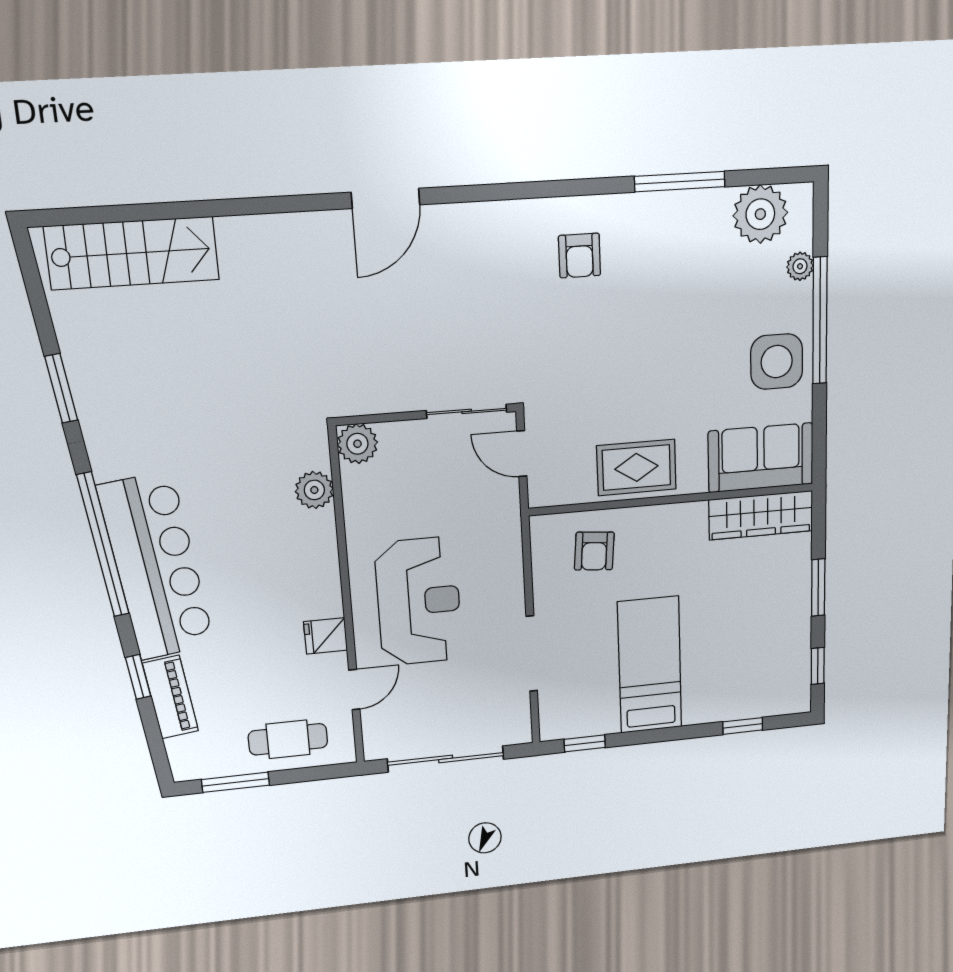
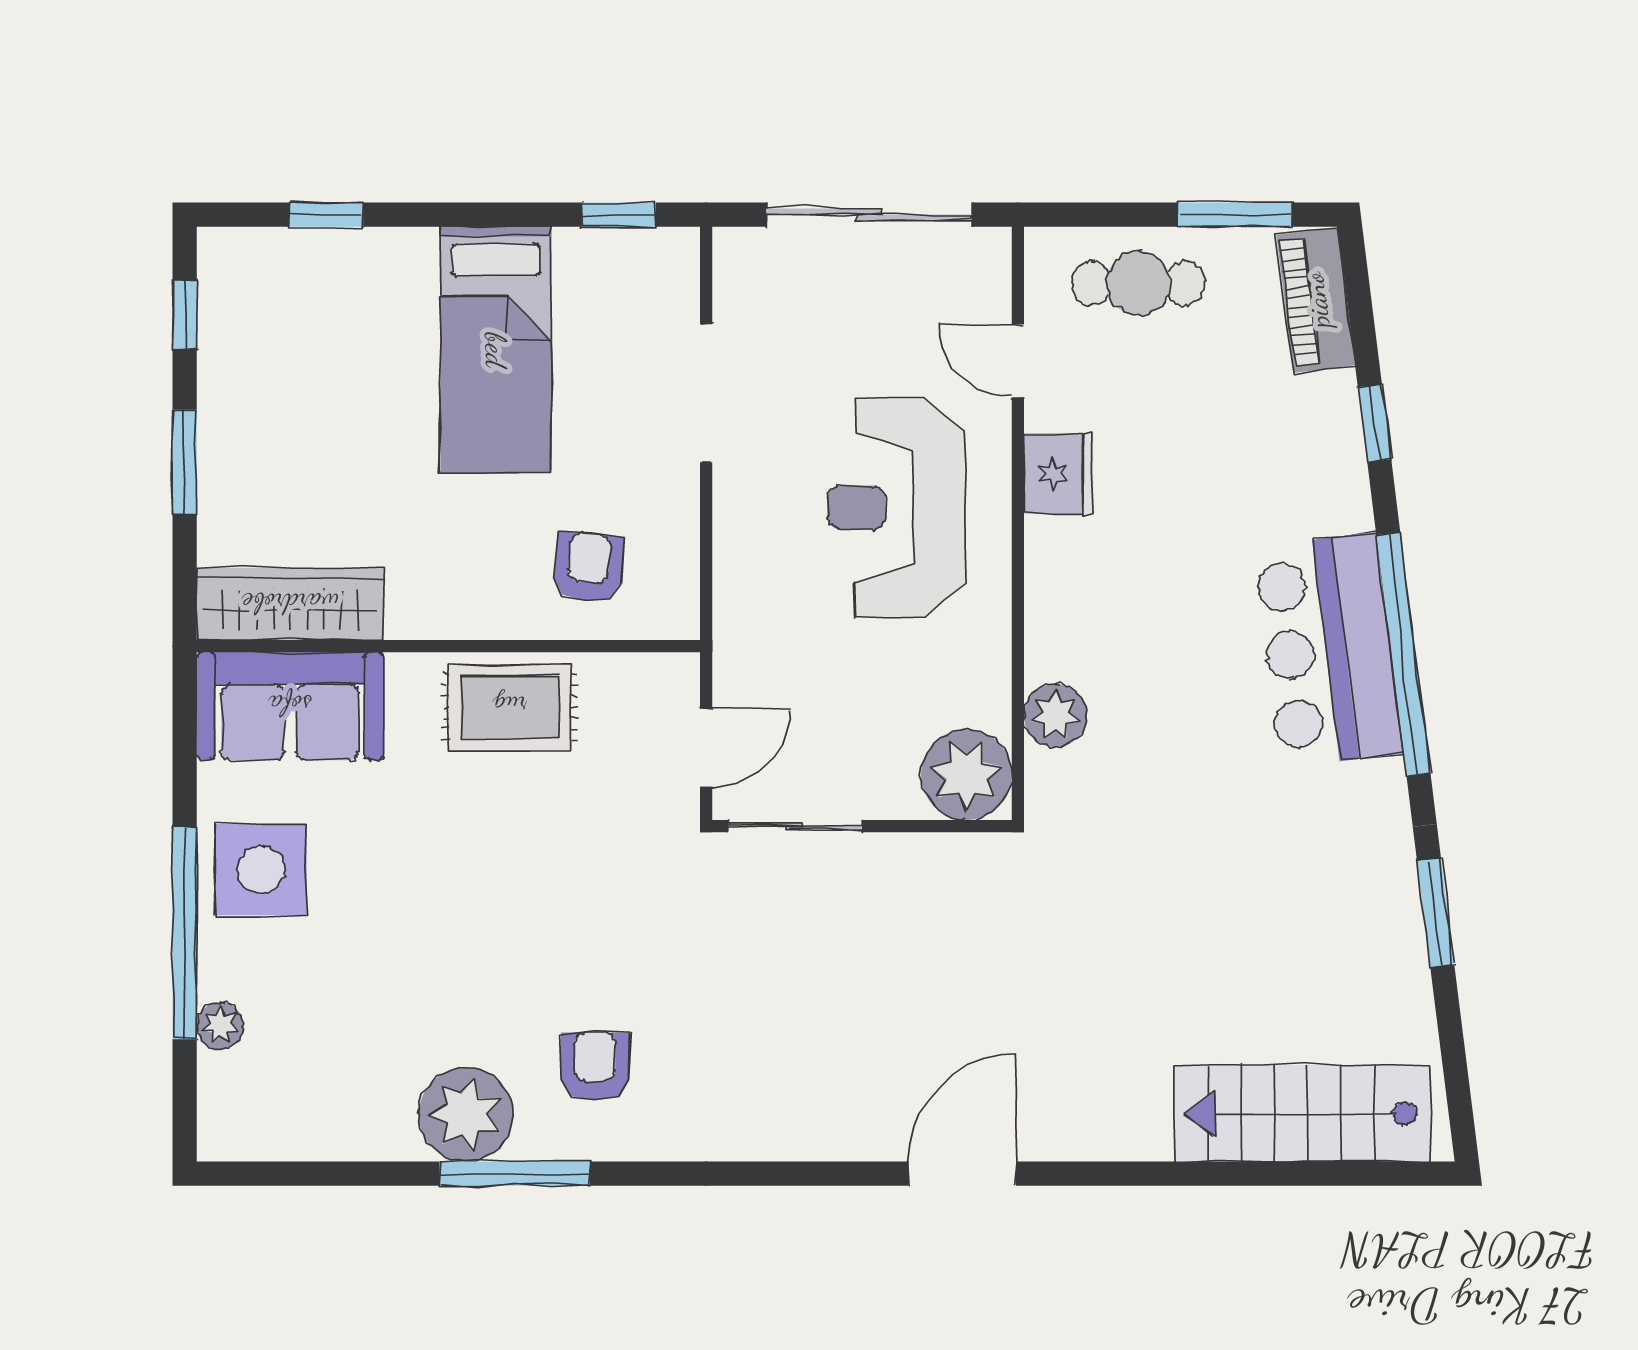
window: (680, 182) -> (515, 1174), moved
door: (386, 198) -> (962, 1174), moved
plant: (760, 214) -> (466, 1115), moved
plant: (357, 444) -> (967, 775), width x1.36, depth x1.36
door: (522, 454) -> (706, 748), hinge flipped
bar counter: (156, 566) -> (1328, 650), width x0.73
fridge: (326, 636) -> (1059, 473), width x1.38
door: (354, 690) -> (1018, 361), hinge flipped
piano: (171, 697) -> (1316, 300), moved

